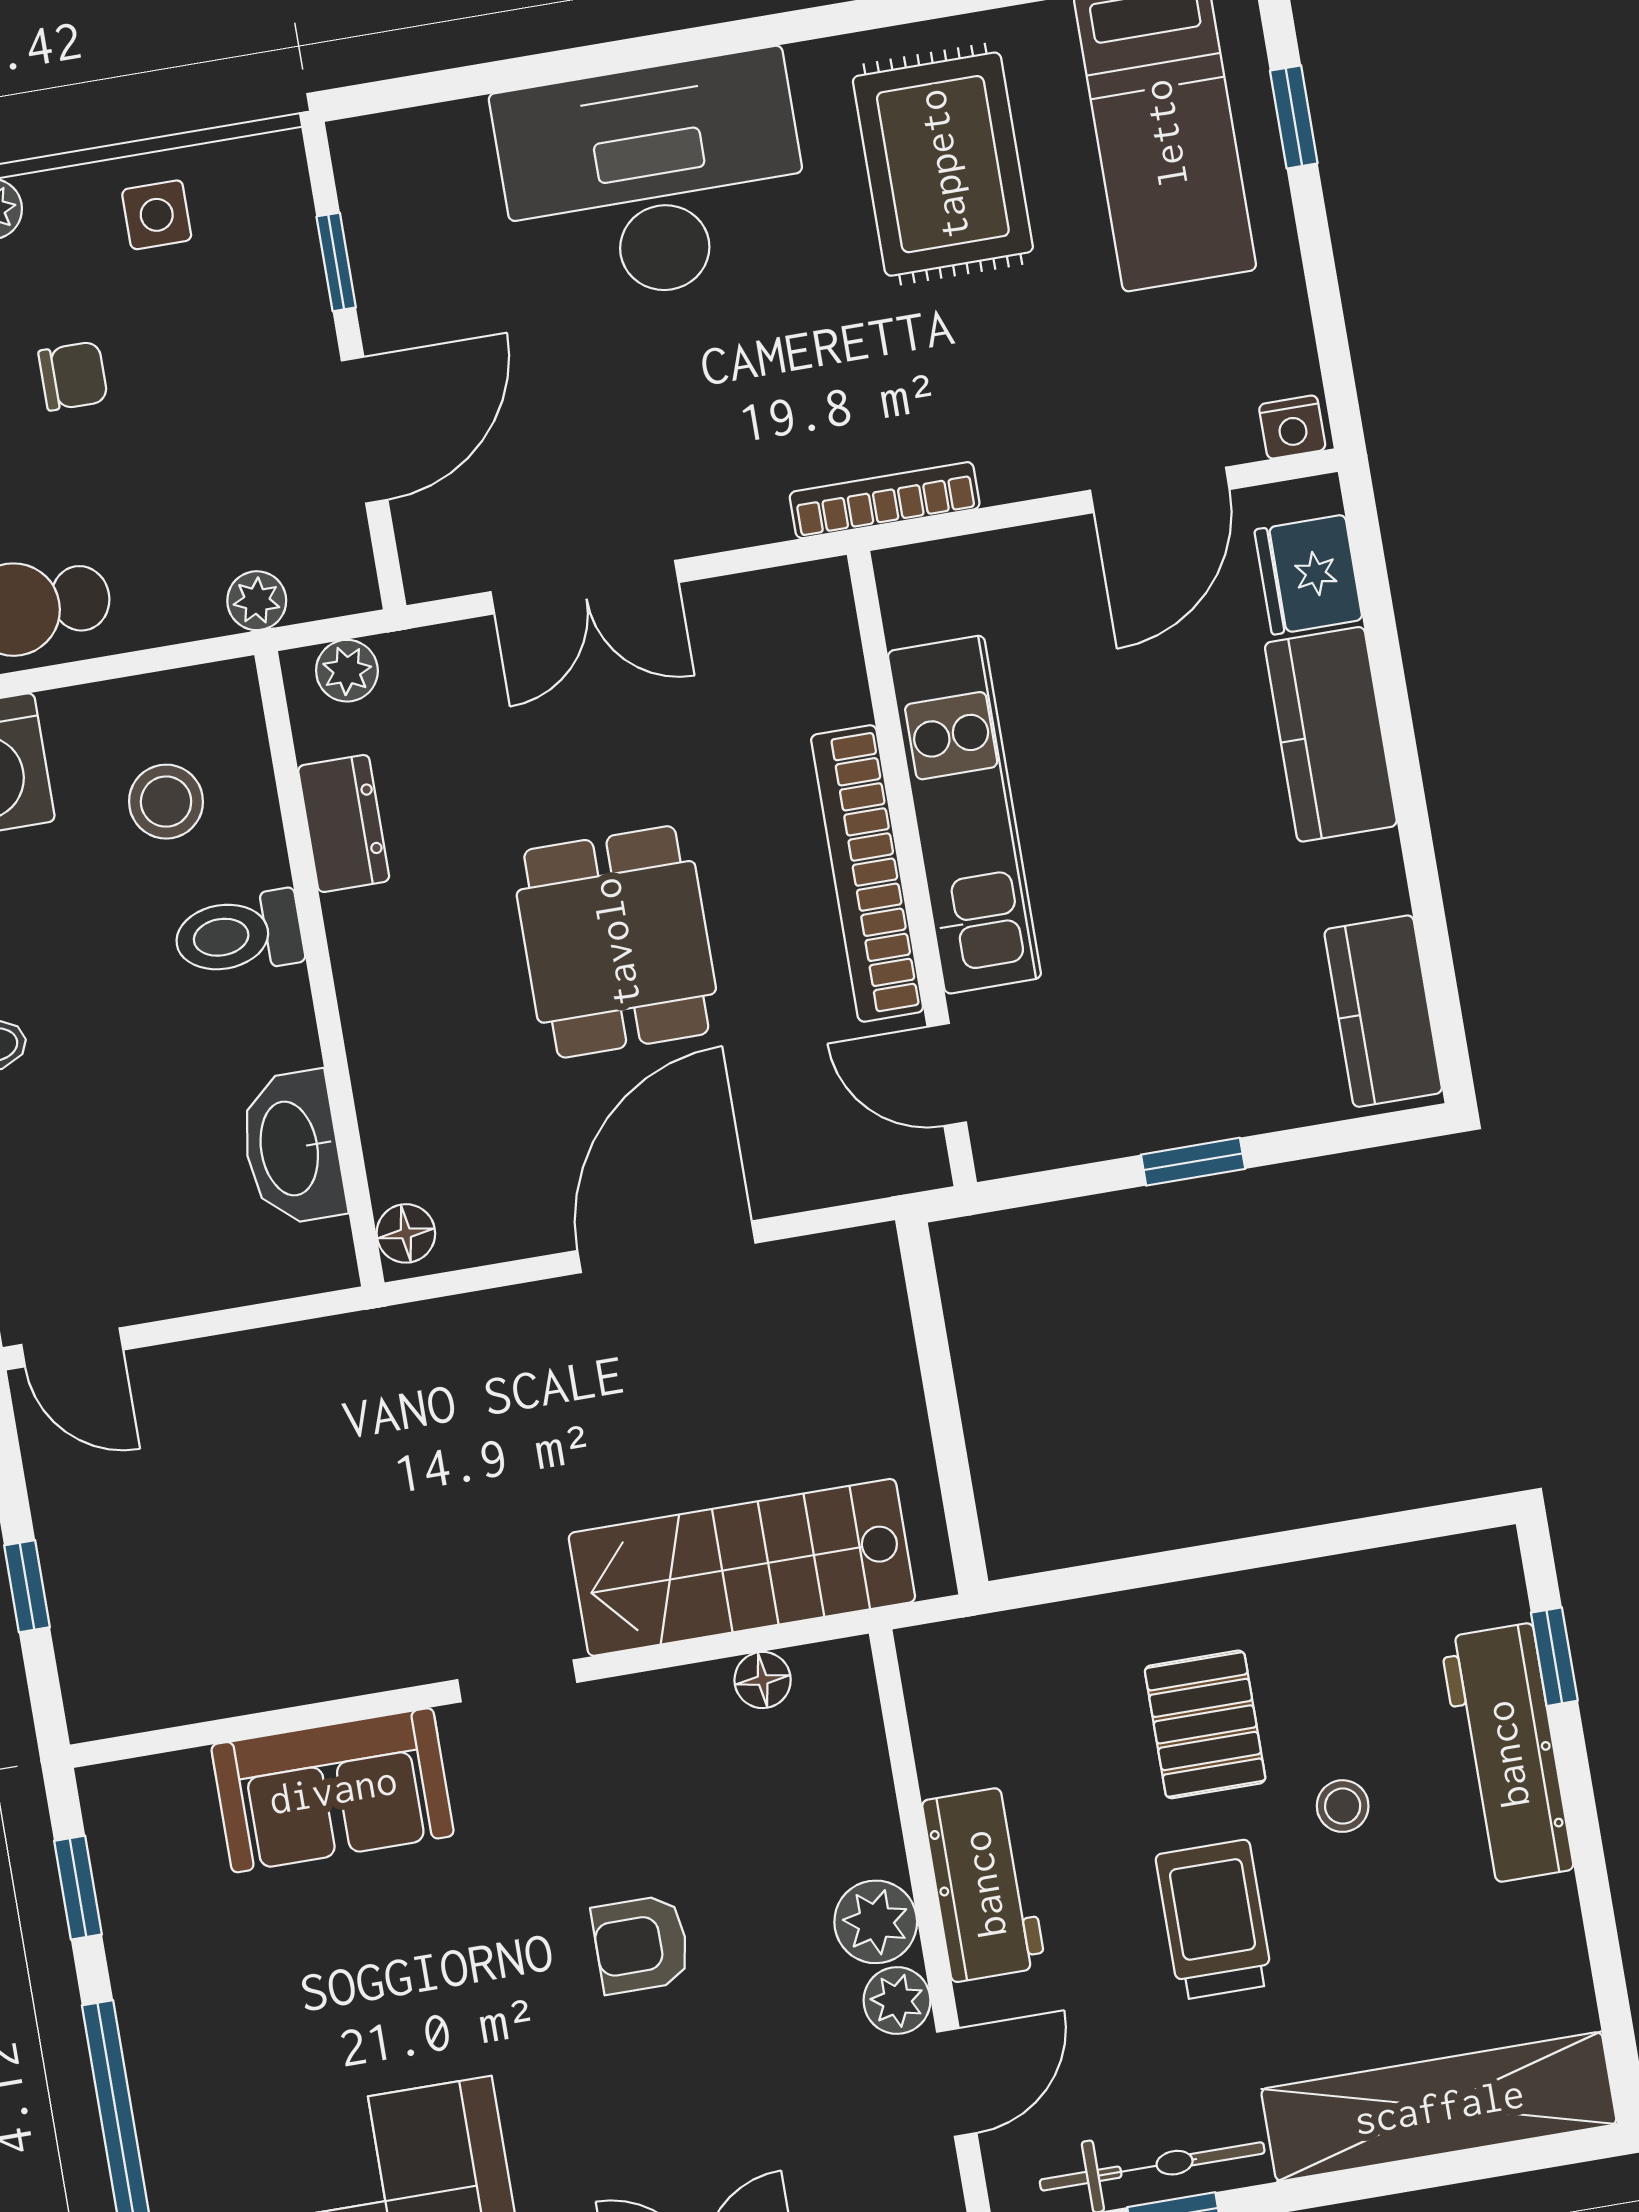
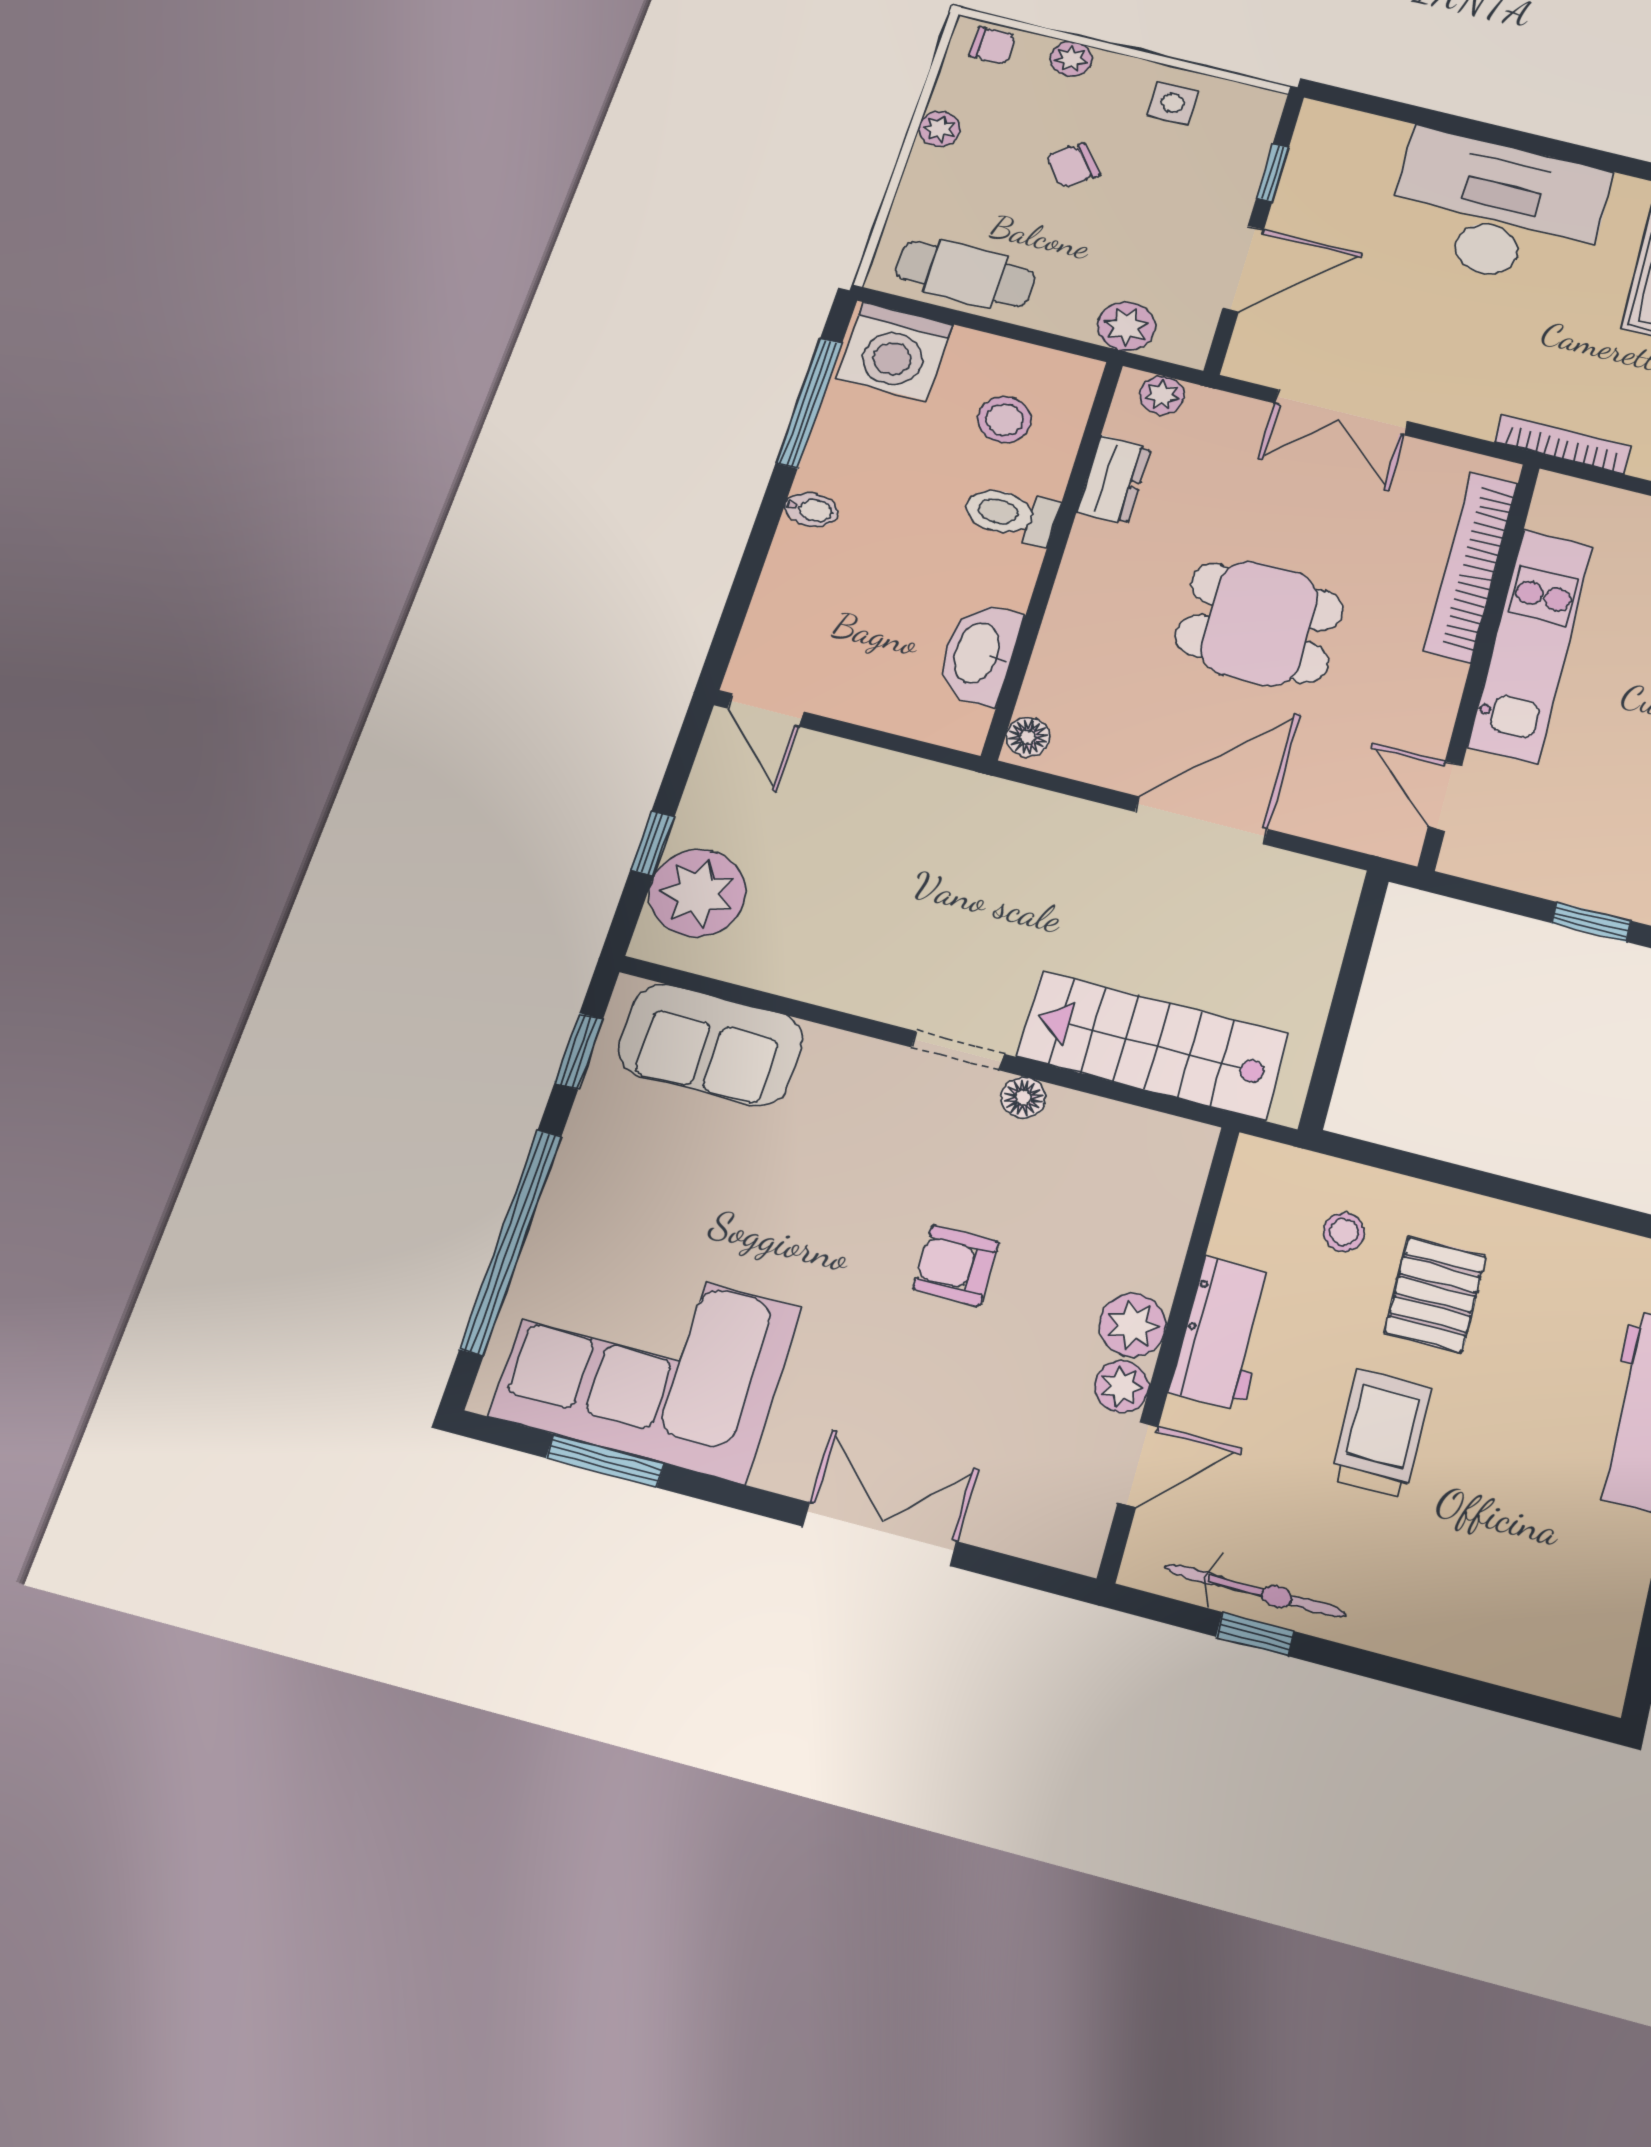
chair: (73, 376) -> (1073, 165), turned 142
plant: (257, 601) -> (1126, 326), width x1.38, depth x1.38
bookcase: (867, 873) -> (1471, 567), moved
dining table: (616, 942) -> (1259, 623), turned 90
plant: (113, 1625) -> (697, 893), added
floor lamp: (763, 1680) -> (1023, 1098), moved
sofa: (333, 1790) -> (711, 1045), moved
stool: (1343, 1806) -> (1344, 1232), moved
shelving: (1439, 2107) -> (1490, 1644), removed

